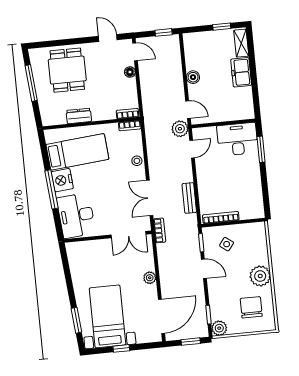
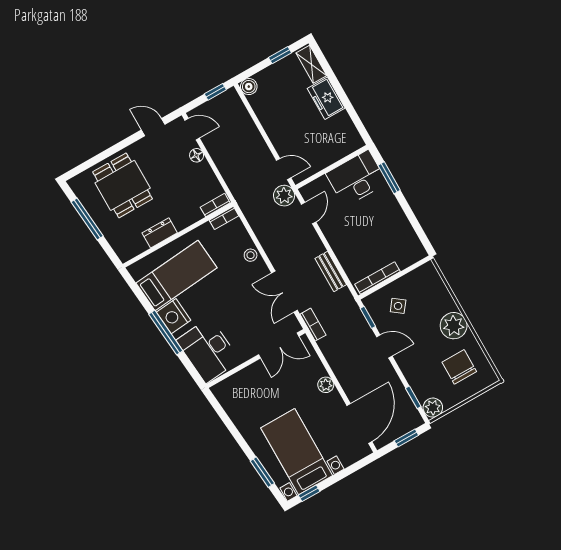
boiler: (193, 77) -> (249, 87), moved
window: (121, 348) -> (309, 493), moved

